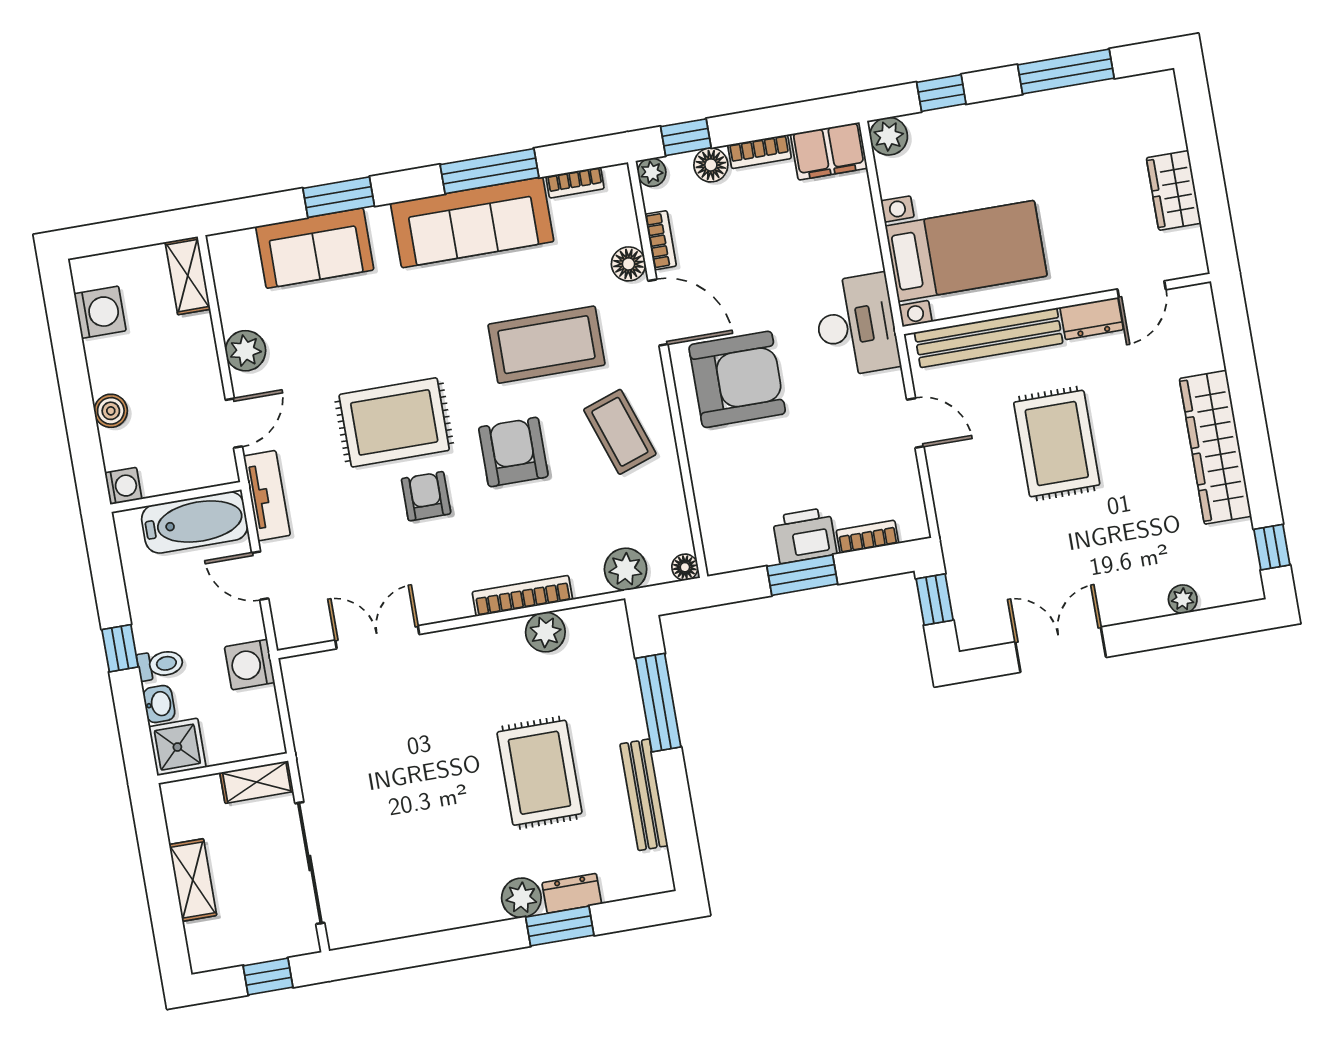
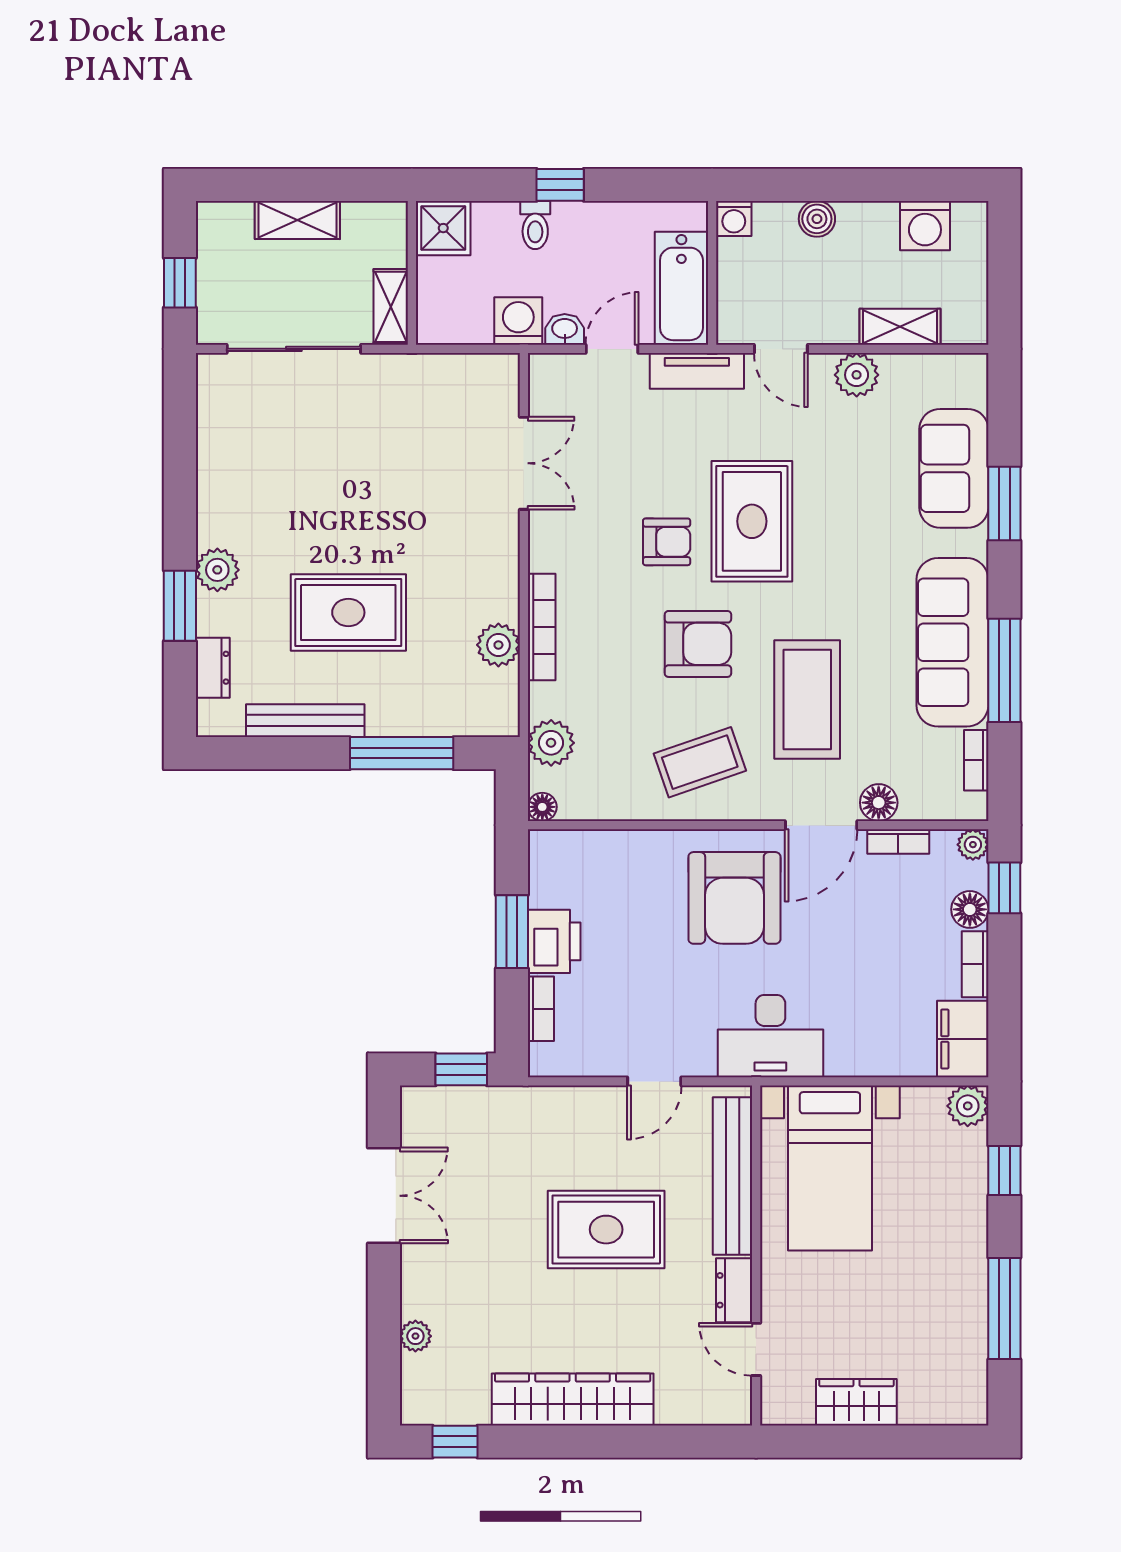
shelving: (188, 276) -> (900, 327), moved
washbasin: (159, 704) -> (565, 329), moved, turned 180
dresser: (572, 893) -> (213, 668), moved

